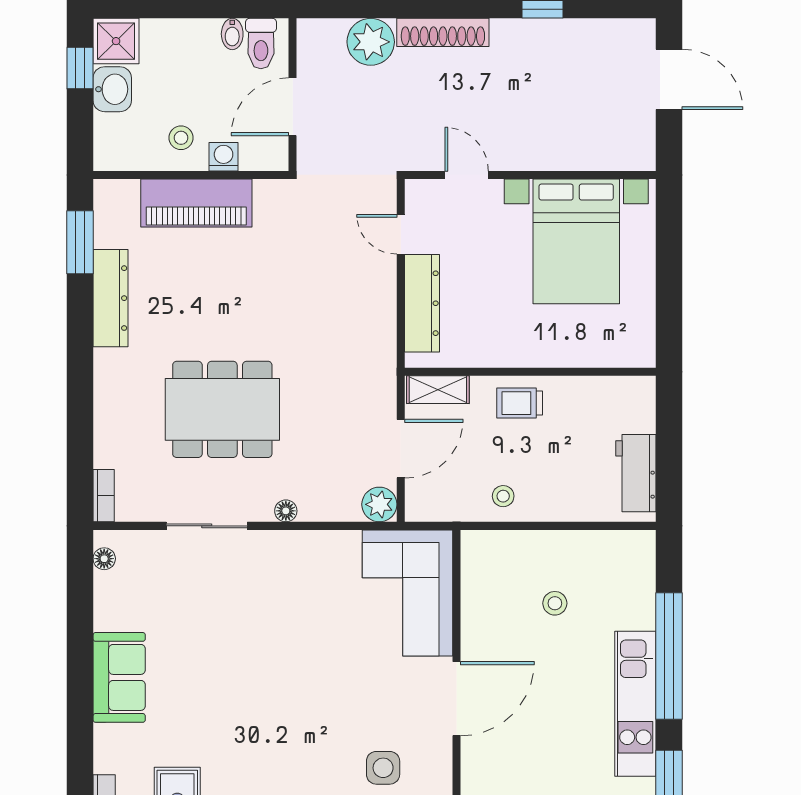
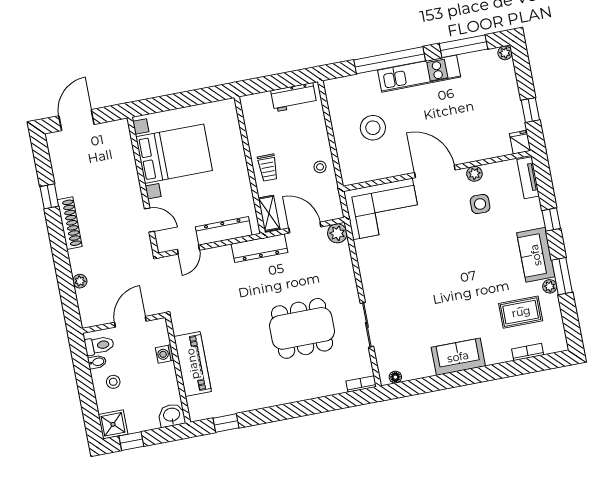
shoe rack: (443, 32) -> (70, 223), moved
plant: (371, 42) -> (80, 281), width x0.53, depth x0.53
washbasin: (112, 89) -> (172, 415), moved
door: (293, 107) -> (130, 322), swing flipped
stool: (181, 138) -> (113, 382), moved
door: (467, 175) -> (149, 220), swing flipped
window: (80, 242) -> (226, 423), width x0.67
dresser: (111, 298) -> (259, 248), moved, turned 180
dining table: (222, 409) -> (302, 328), turned 90
floor lamp: (286, 511) -> (351, 283), removed
stool: (555, 603) -> (373, 128), width x1.89, depth x1.89
plant: (439, 768) -> (474, 174), added

